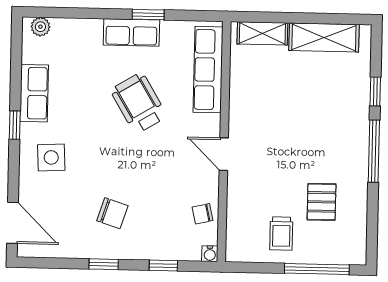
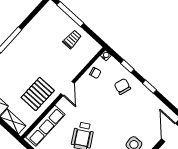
pallet: (322, 202) -> (38, 94), moved, width x1.50, depth x1.42
chair: (112, 213) -> (122, 86), moved

